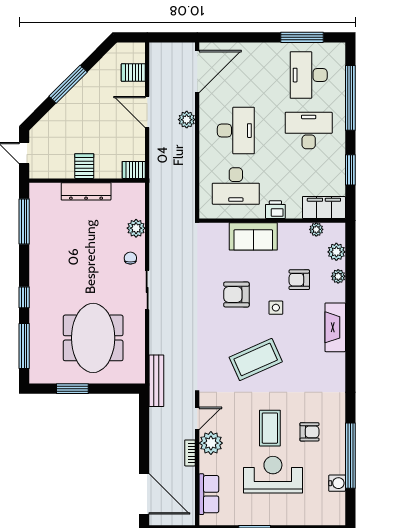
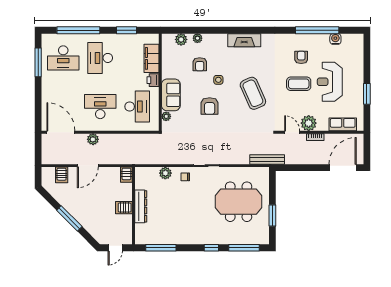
filing cabinet: (324, 207) -> (152, 58), moved
plant: (316, 229) -> (166, 116), moved
fireplace: (335, 327) -> (244, 40), moved

